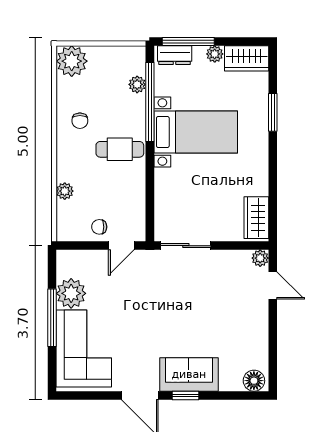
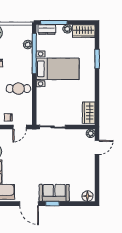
cafe table: (120, 149) -> (18, 89), moved
door: (273, 286) -> (97, 147), hinge flipped

